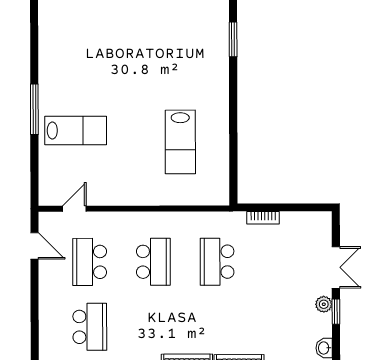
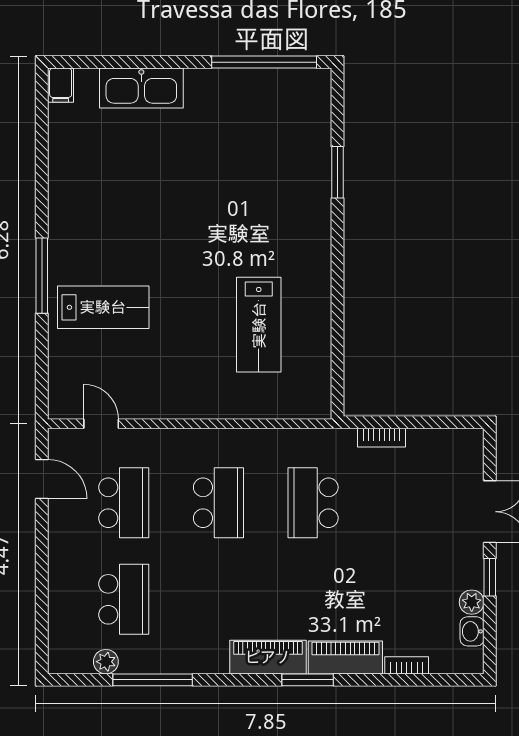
door: (74, 209) -> (101, 424), hinge flipped
school desk: (90, 262) -> (124, 503), turned 180
plant: (324, 304) -> (472, 602), moved

